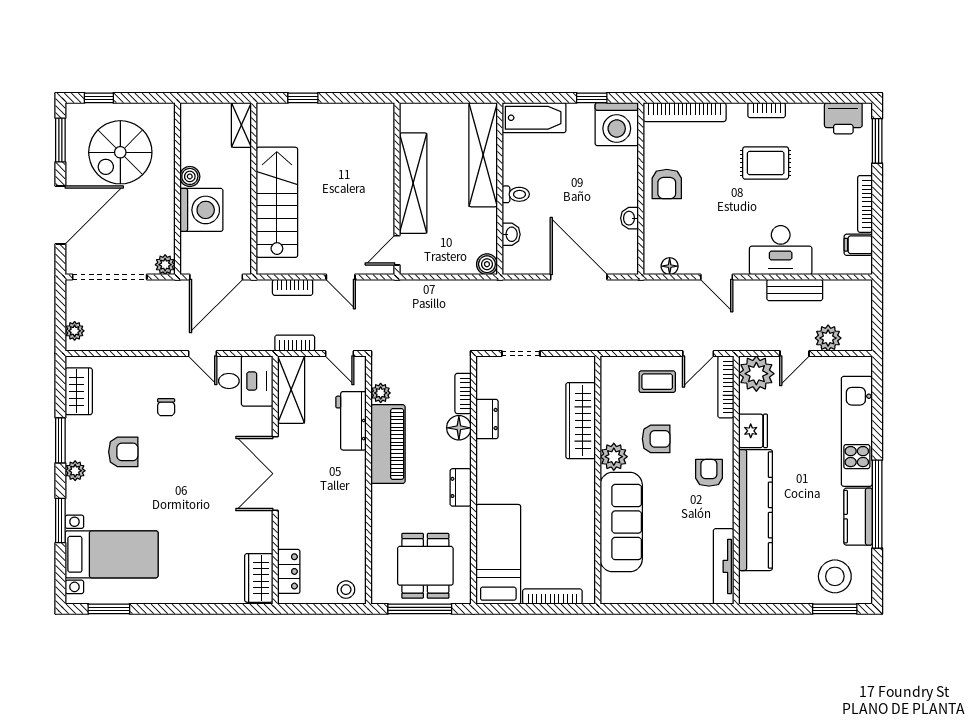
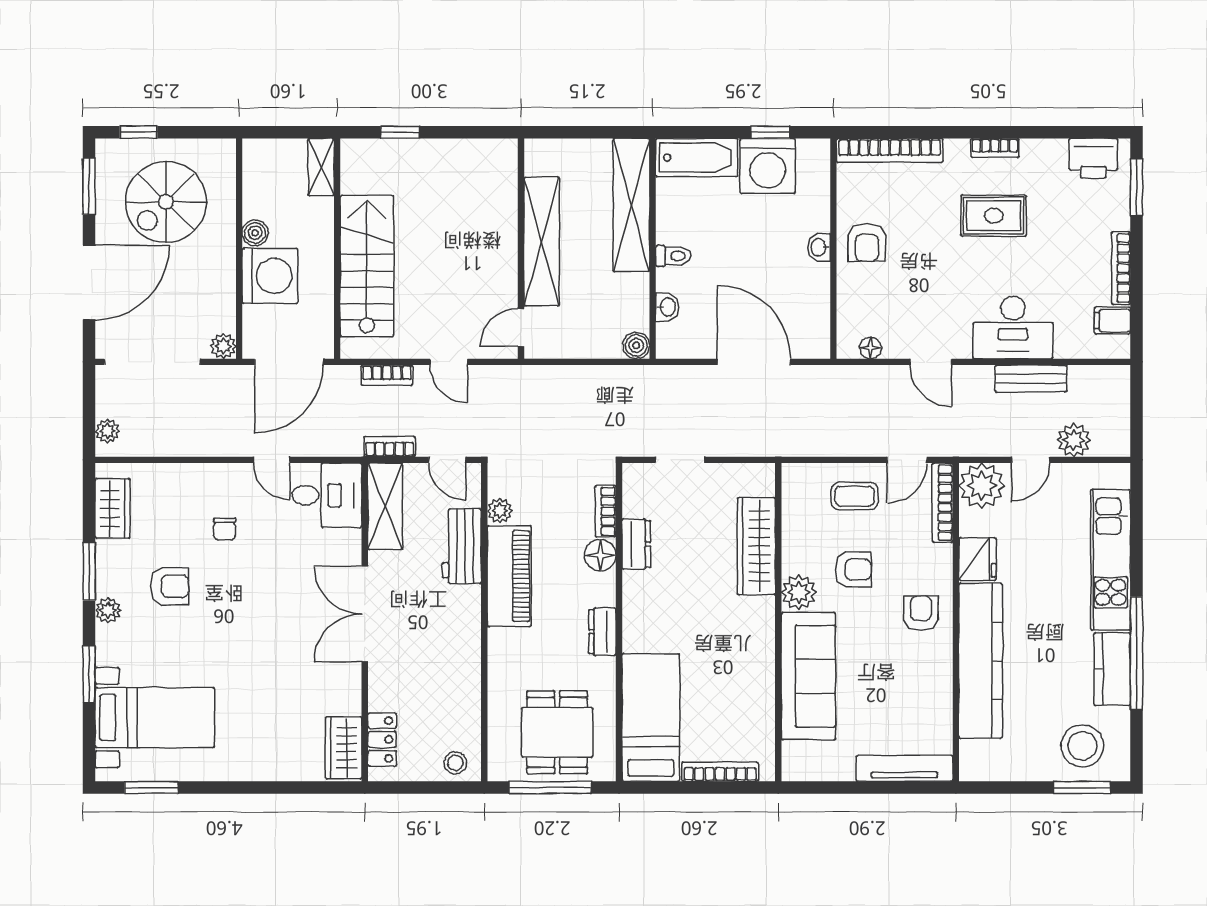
washing machine: (617, 124) -> (768, 166), moved
washbasin: (630, 218) -> (819, 247), moved
tv unit: (724, 566) -> (904, 768), moved, turned 90

